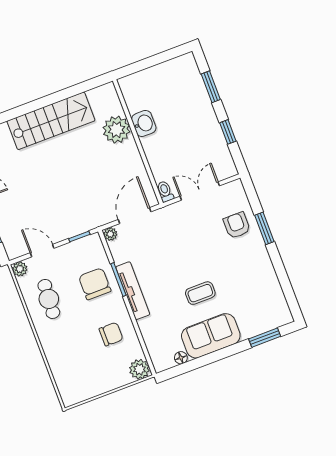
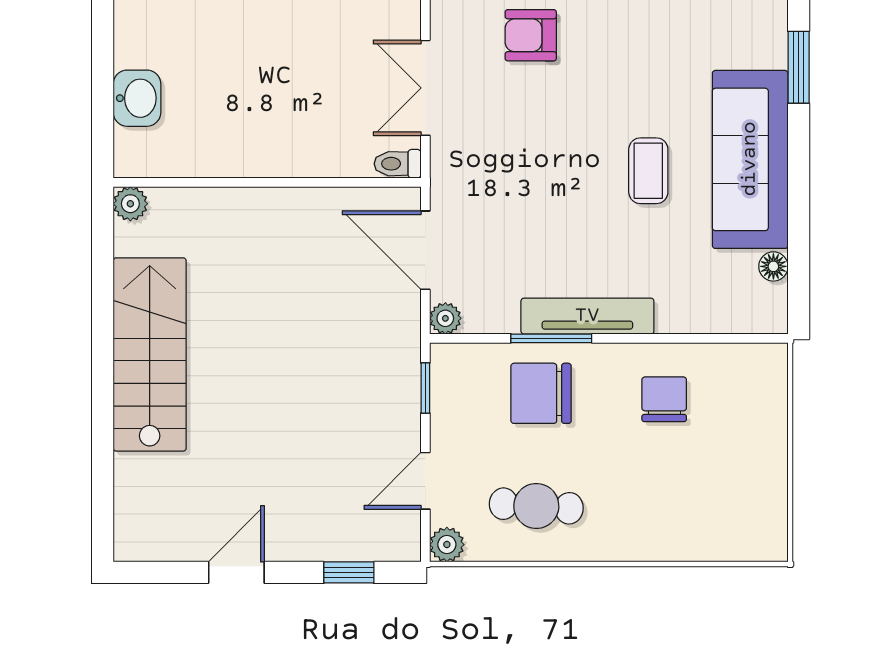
washbasin: (144, 123) -> (137, 98), moved, turned 90
plant: (117, 130) -> (130, 204), moved, width x0.53, depth x0.53
sofa: (211, 336) -> (750, 159), width x1.36
plant: (139, 369) -> (764, 366), removed

